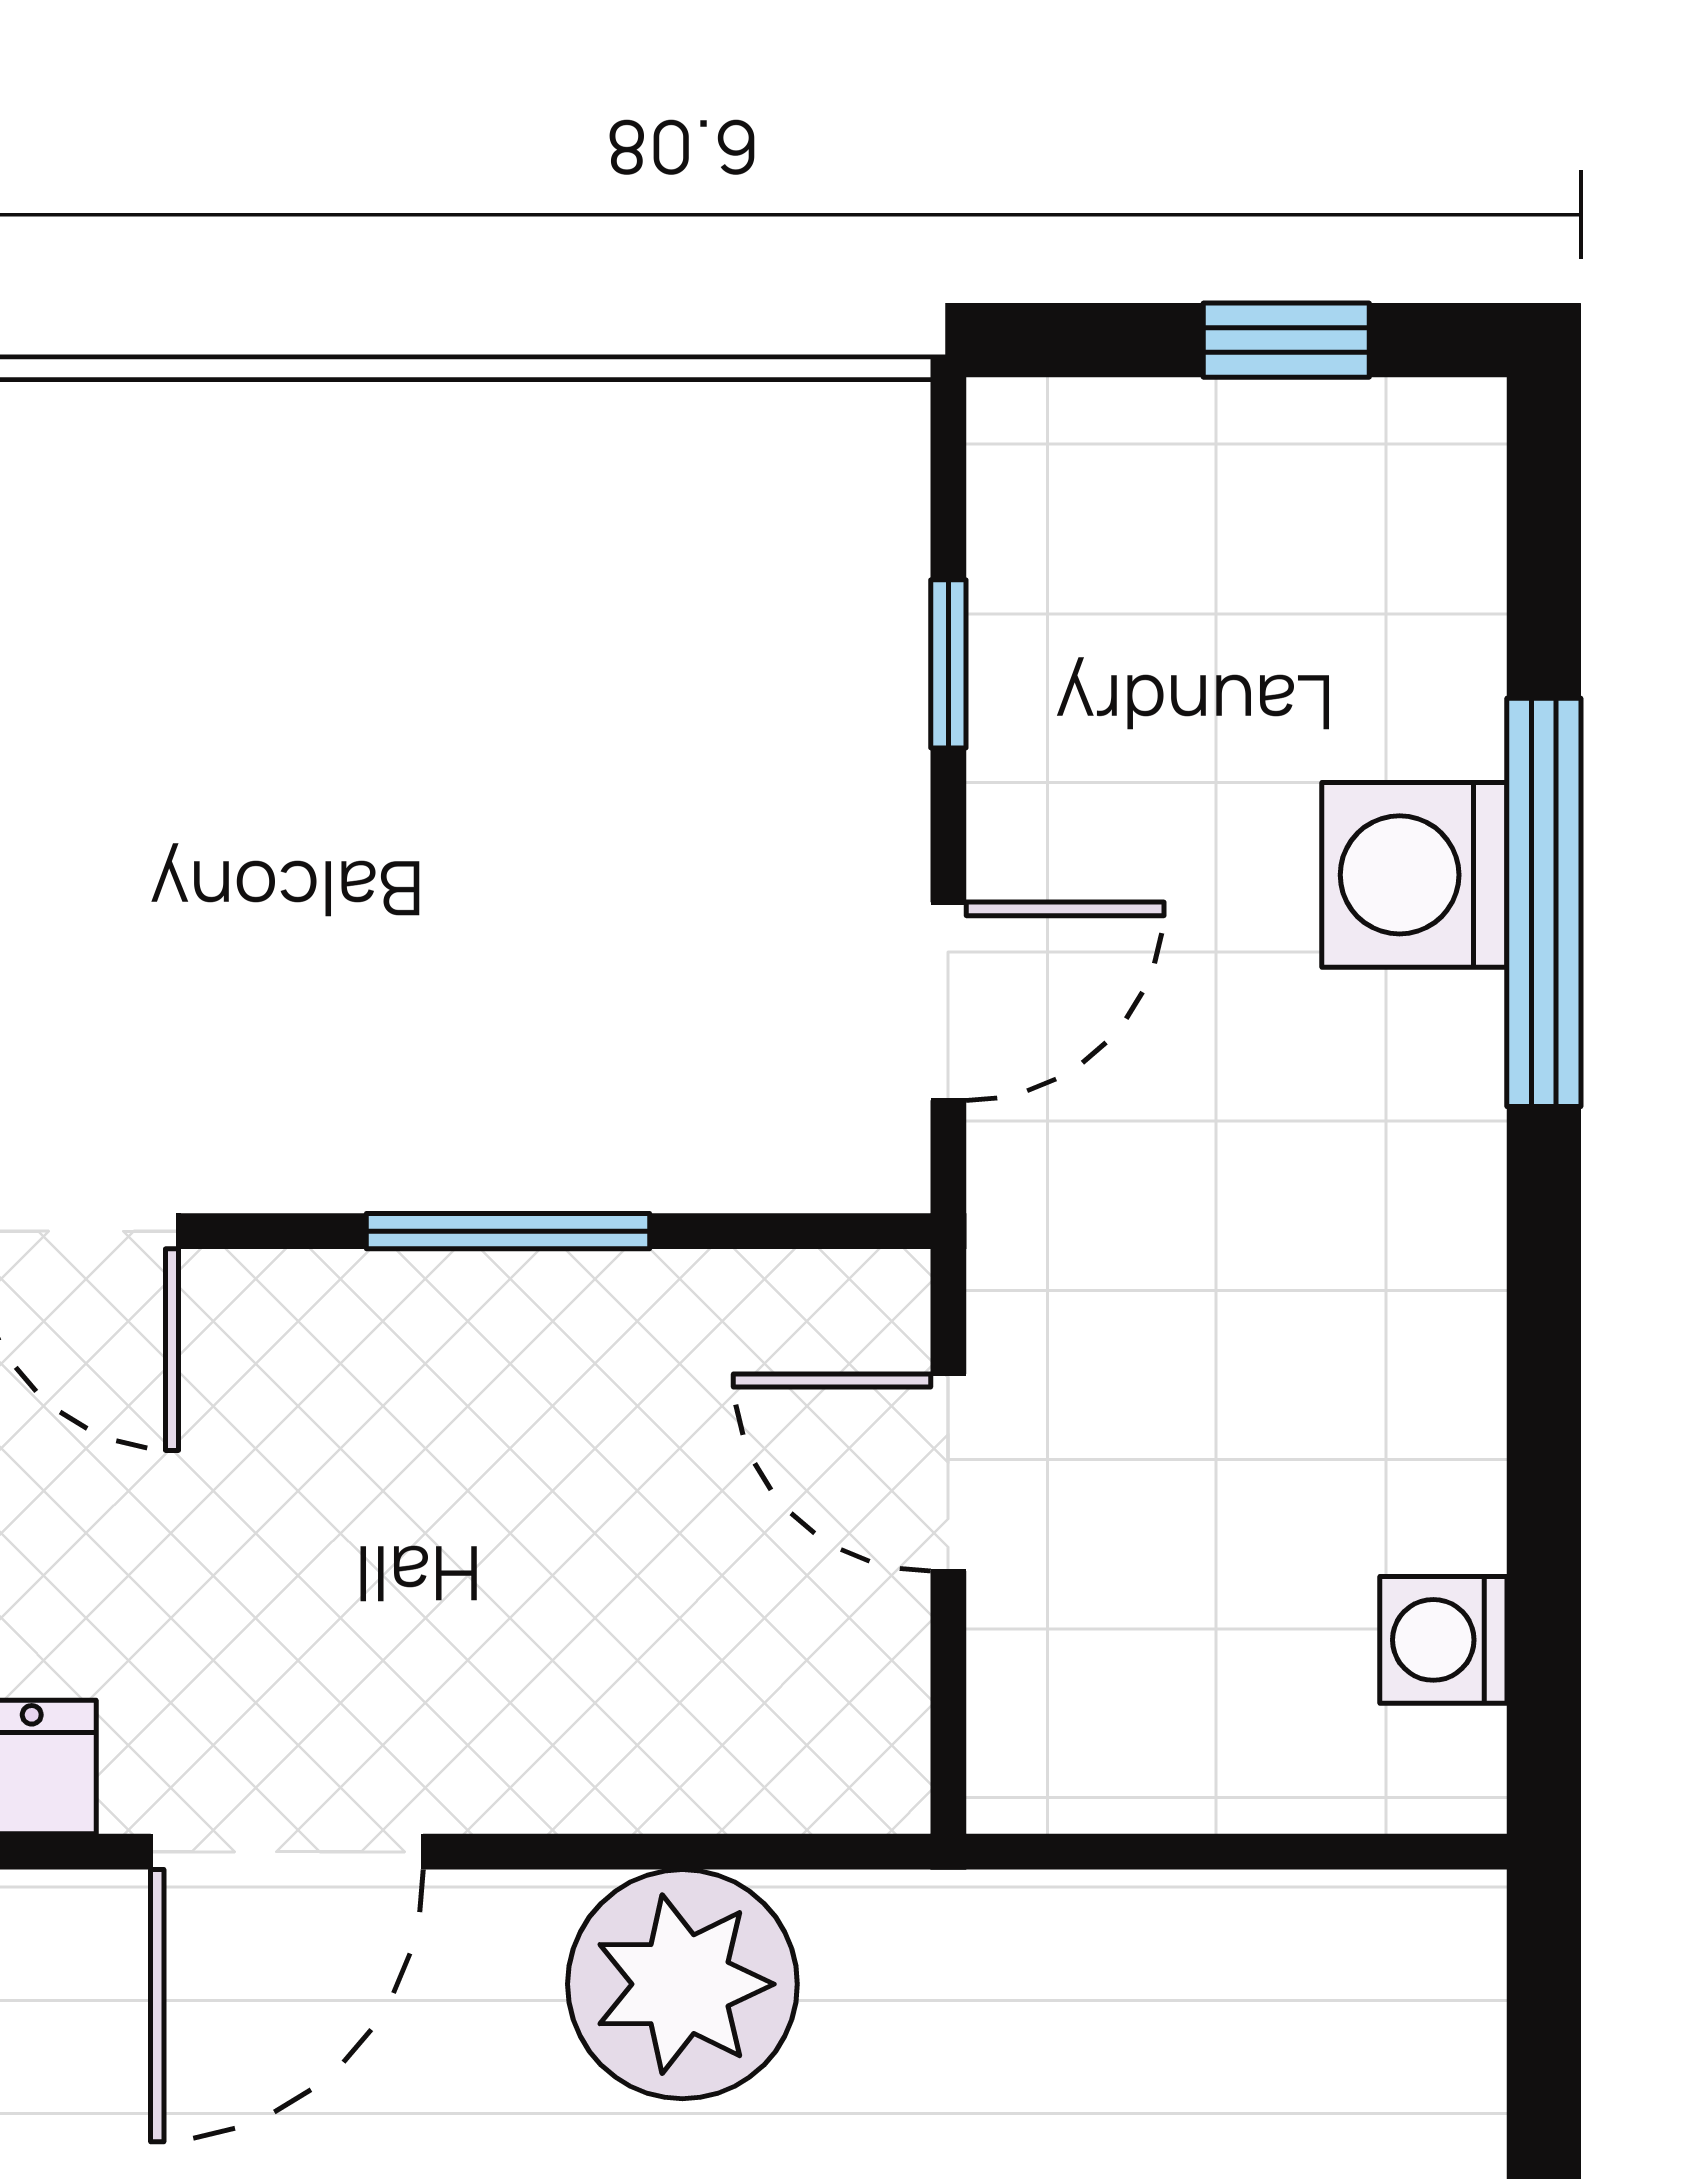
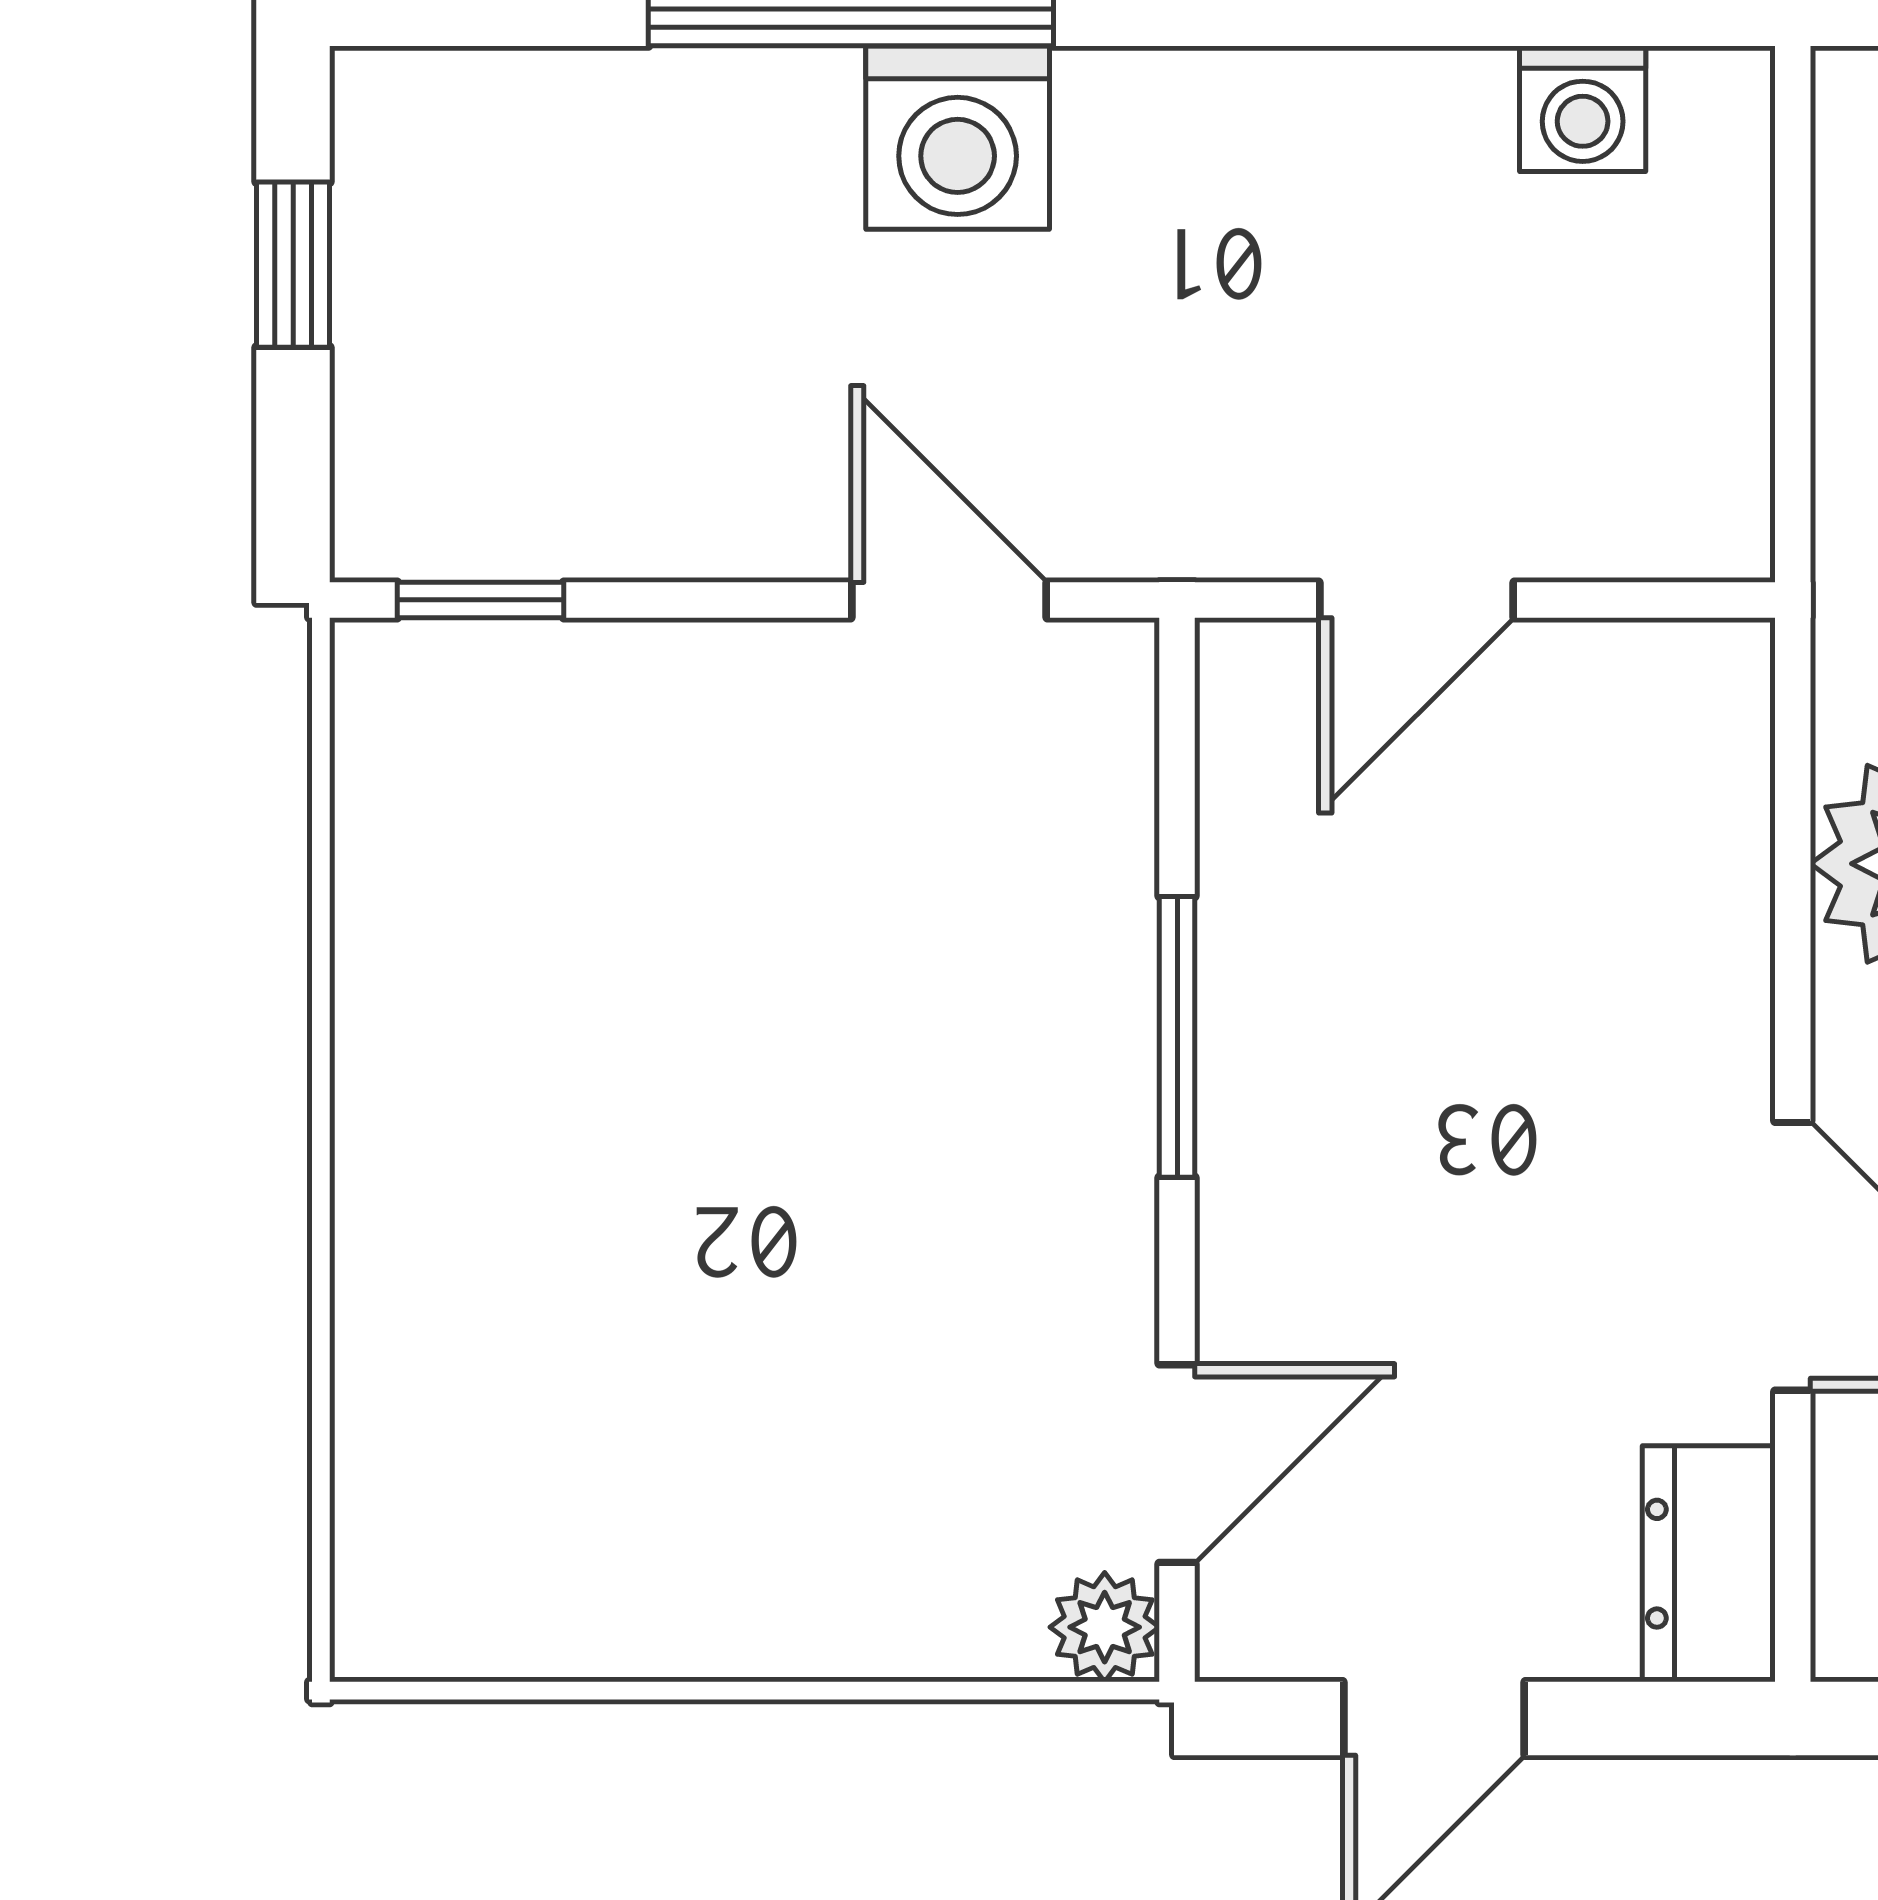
window: (948, 664) -> (480, 600), moved
washing machine: (1414, 875) -> (958, 138), moved

